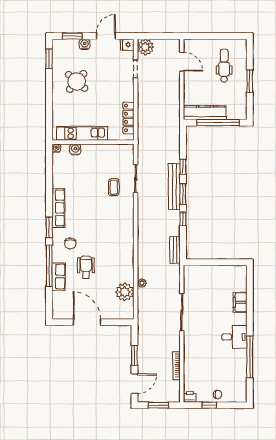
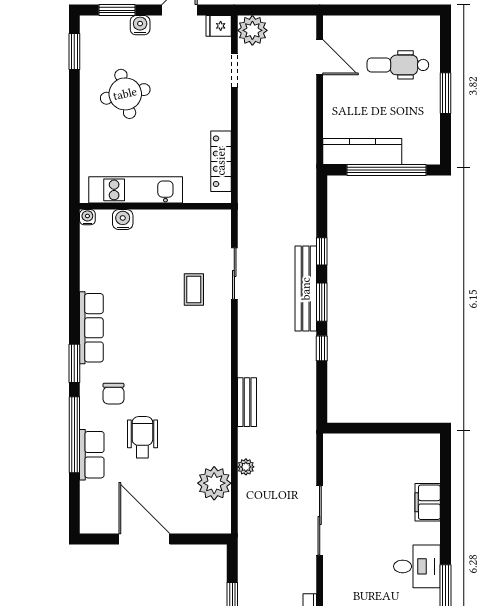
dental chair: (224, 66) -> (398, 65), turned -90
round table: (77, 81) -> (125, 94), turned 36
bench: (175, 250) -> (247, 402), moved

